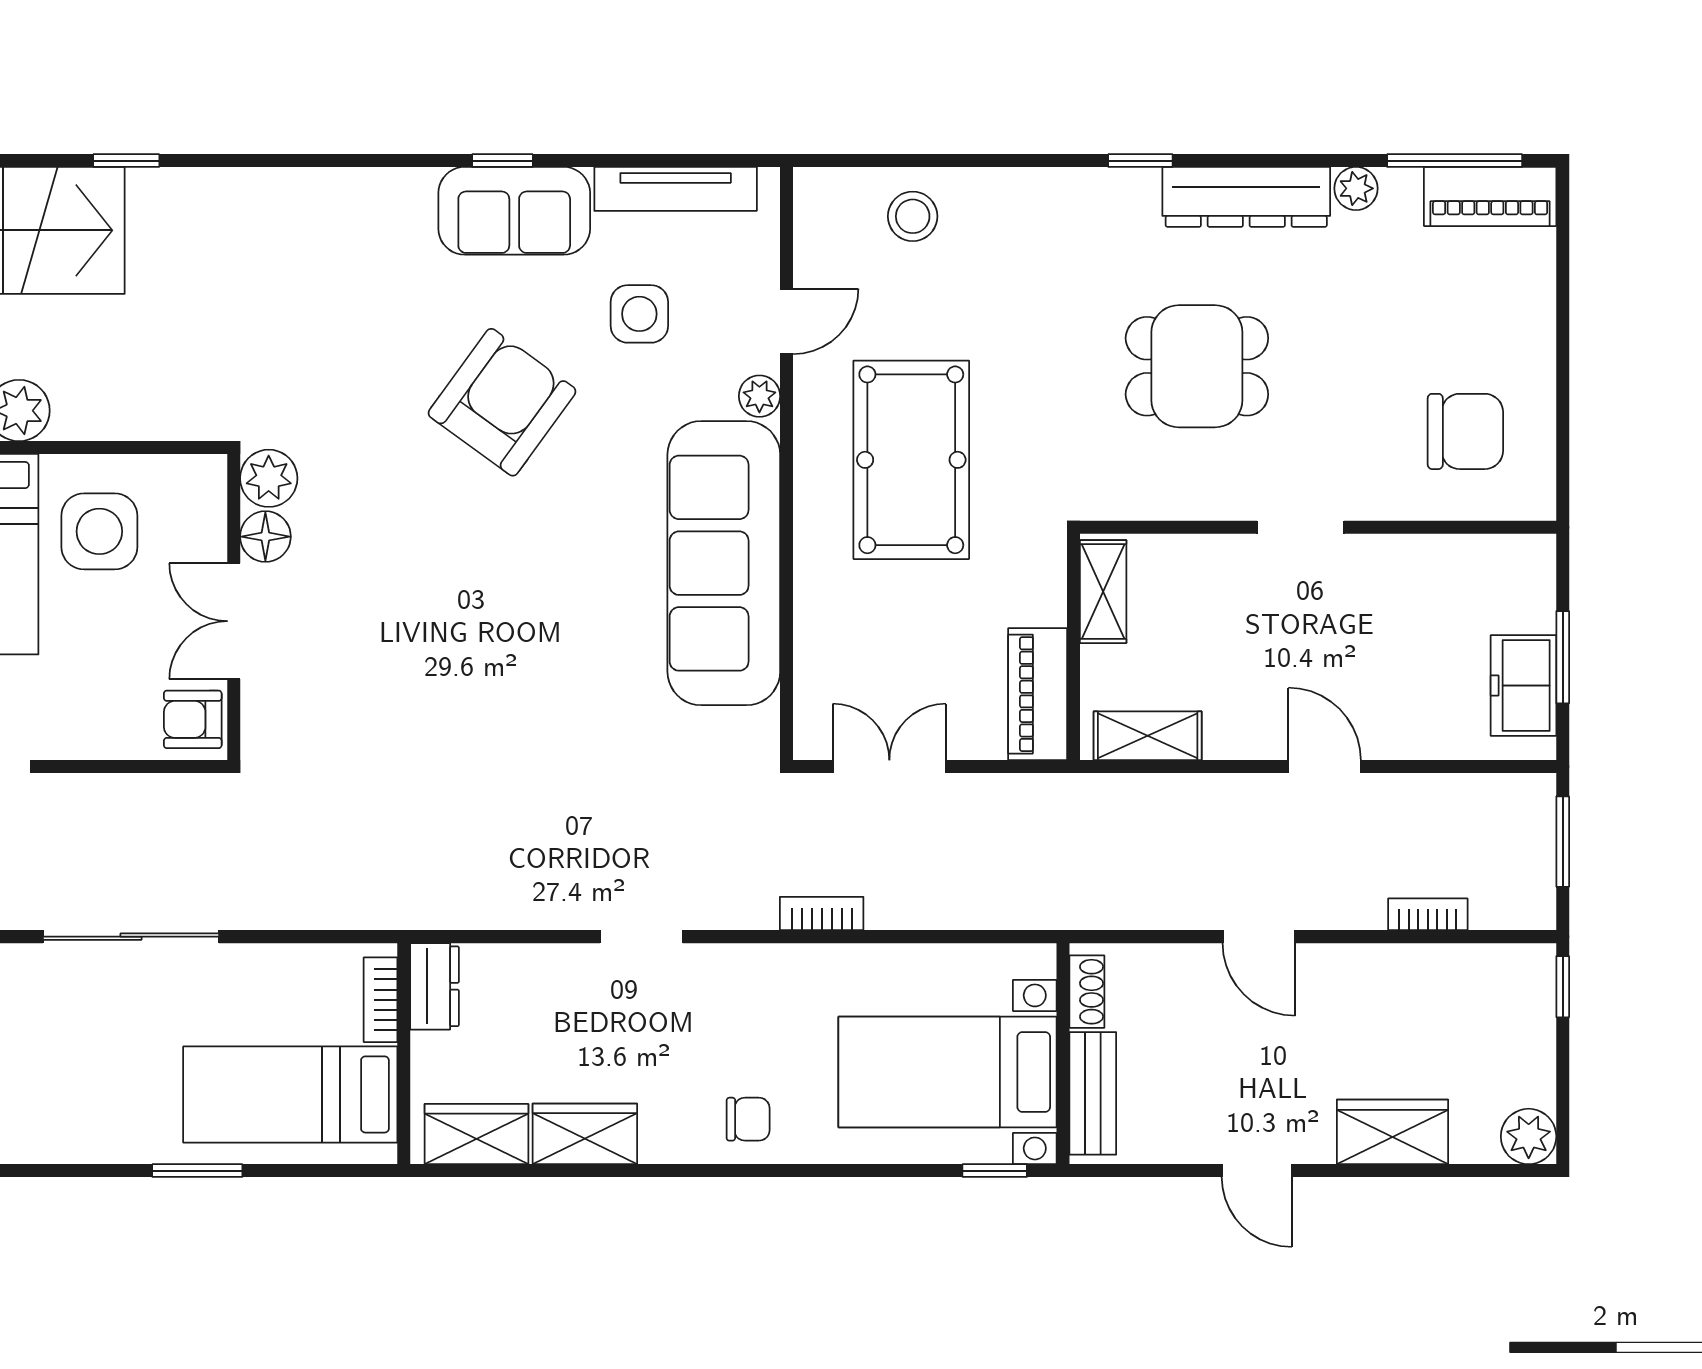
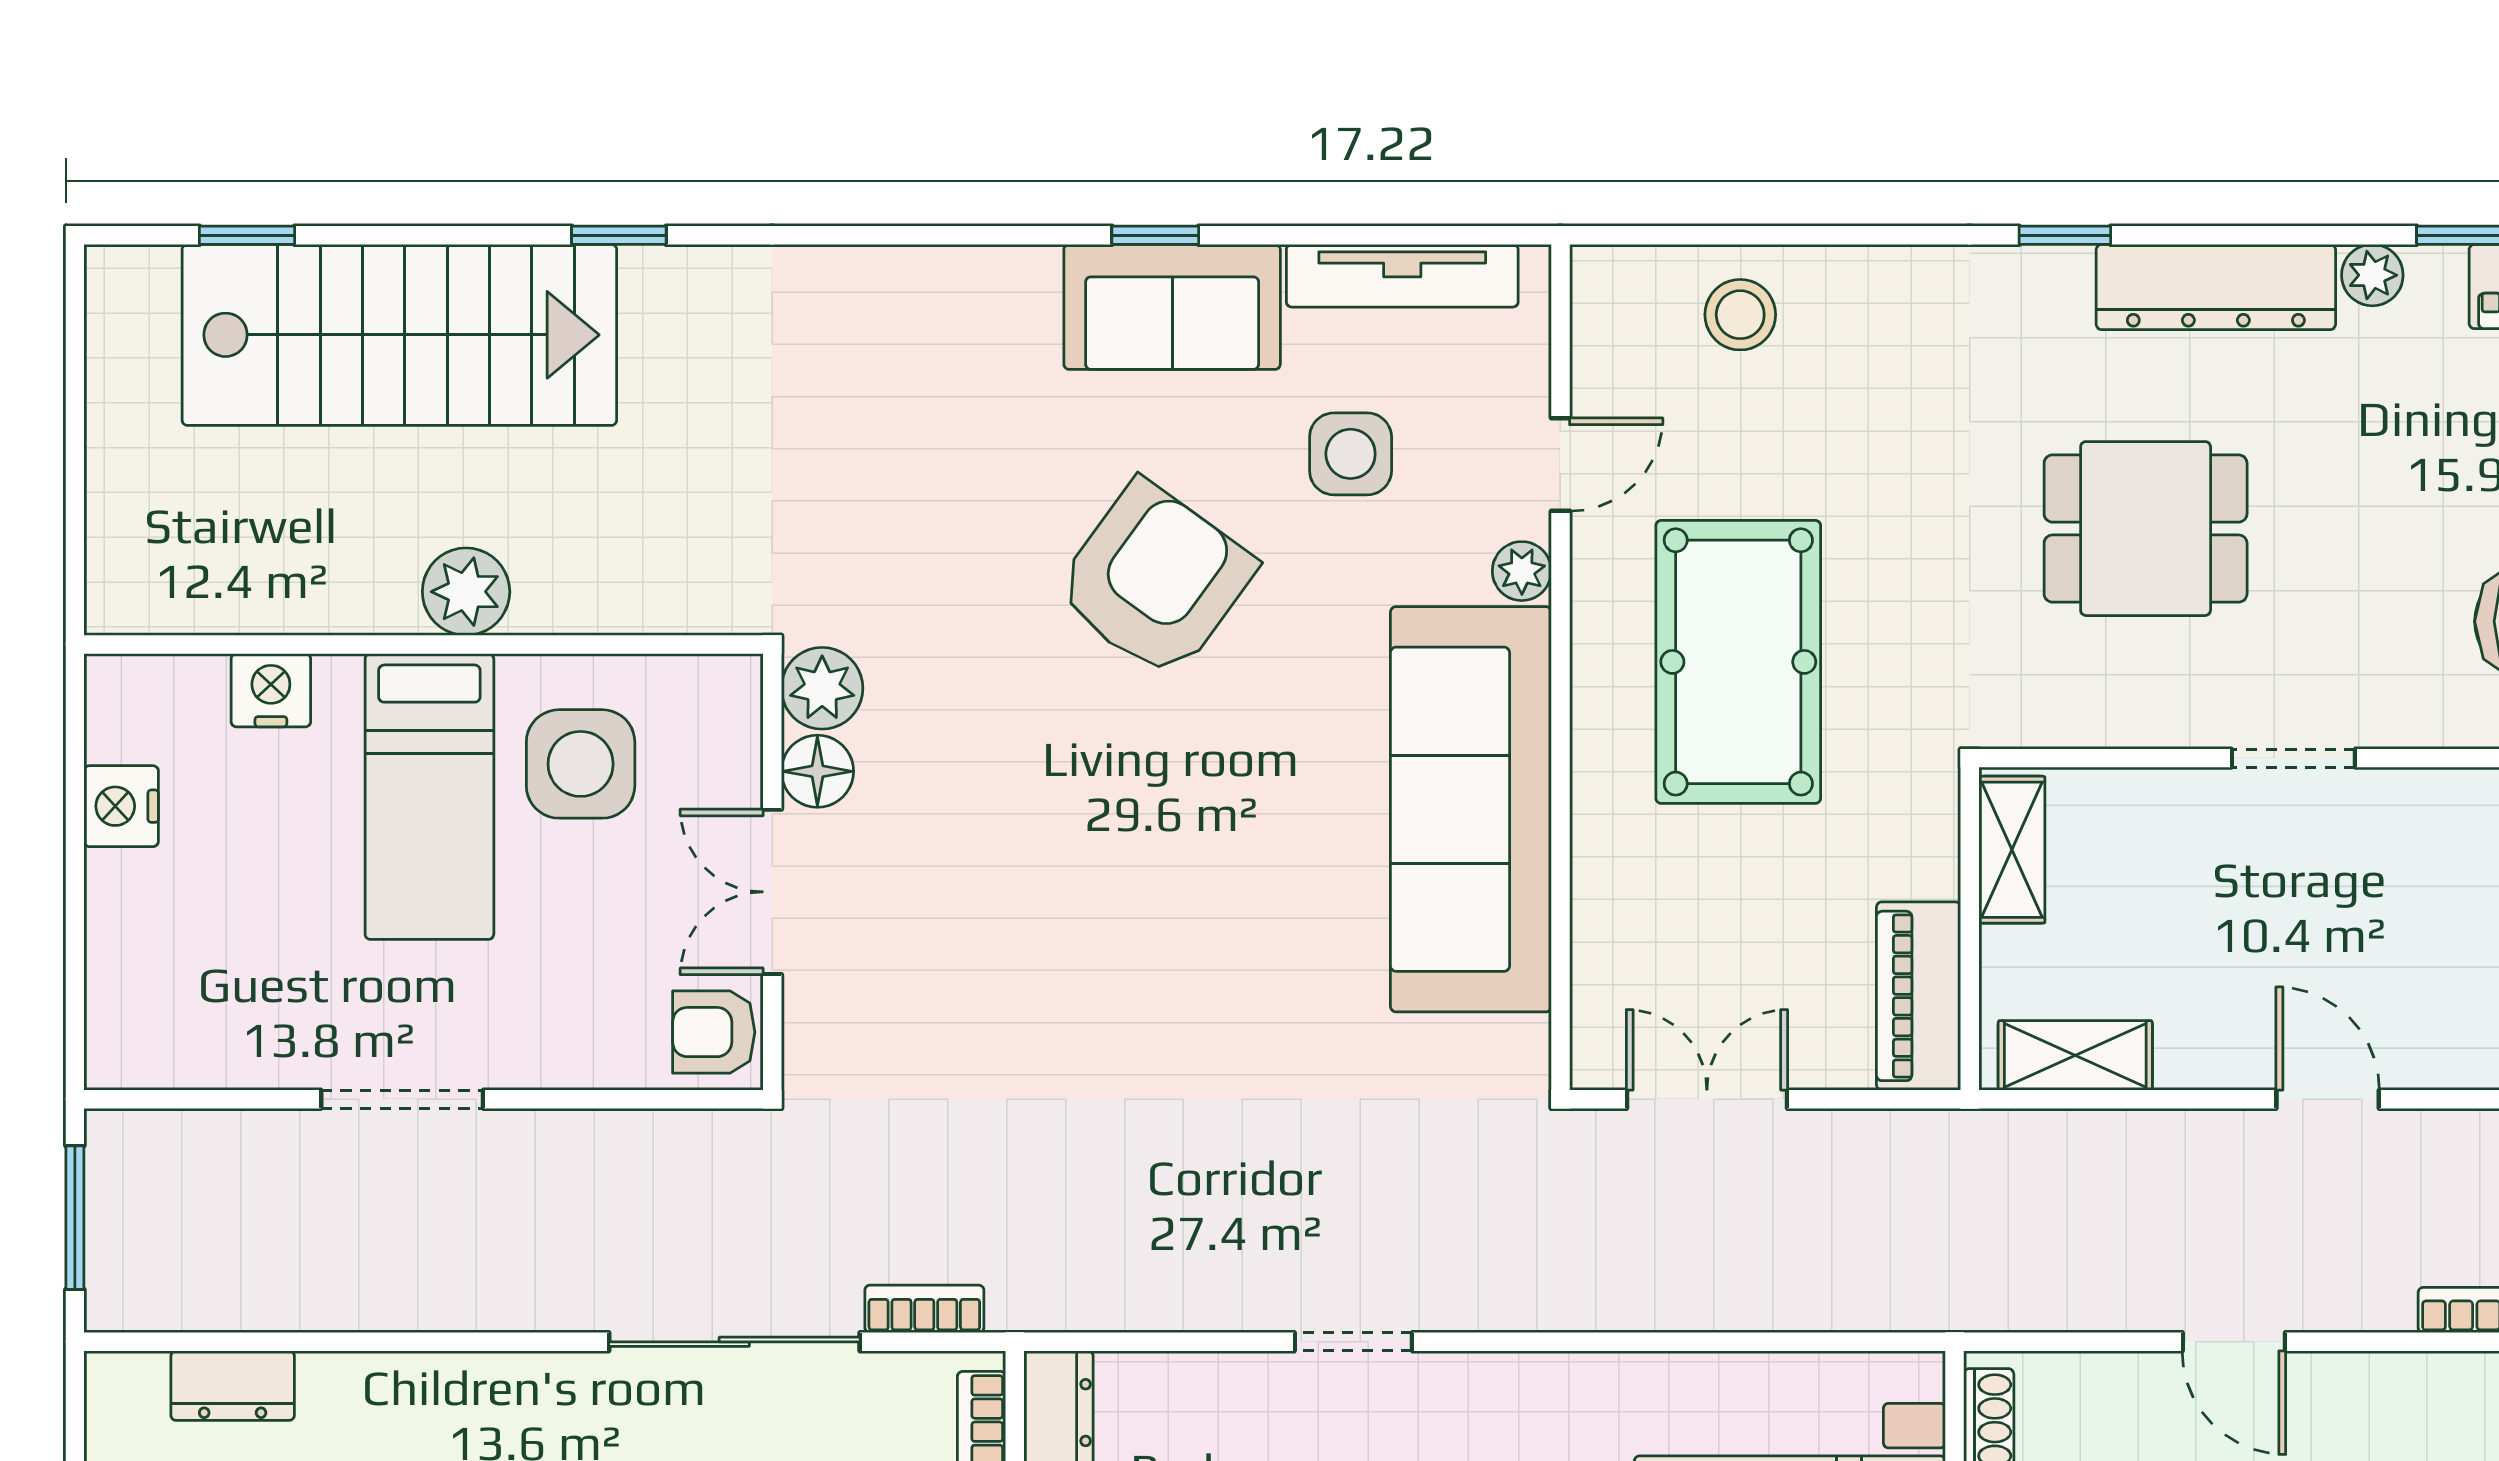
bookcase: (822, 914) -> (924, 1309), moved
sliding door: (131, 937) -> (734, 1342), moved

